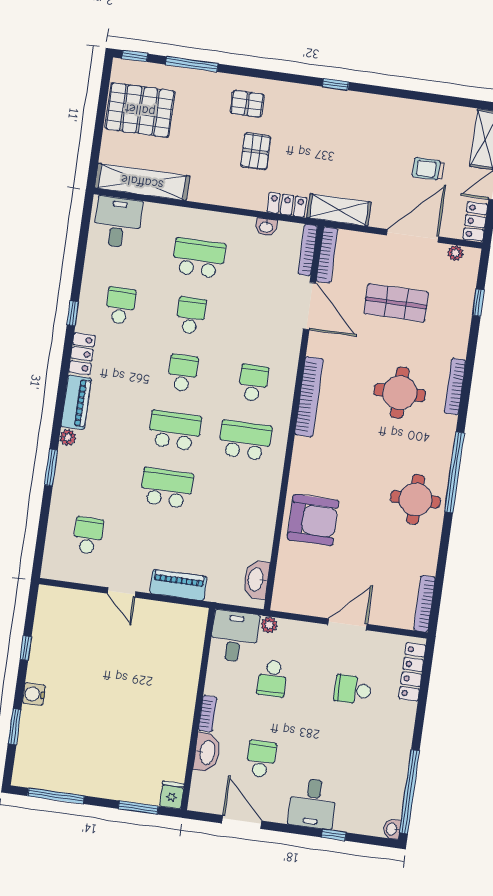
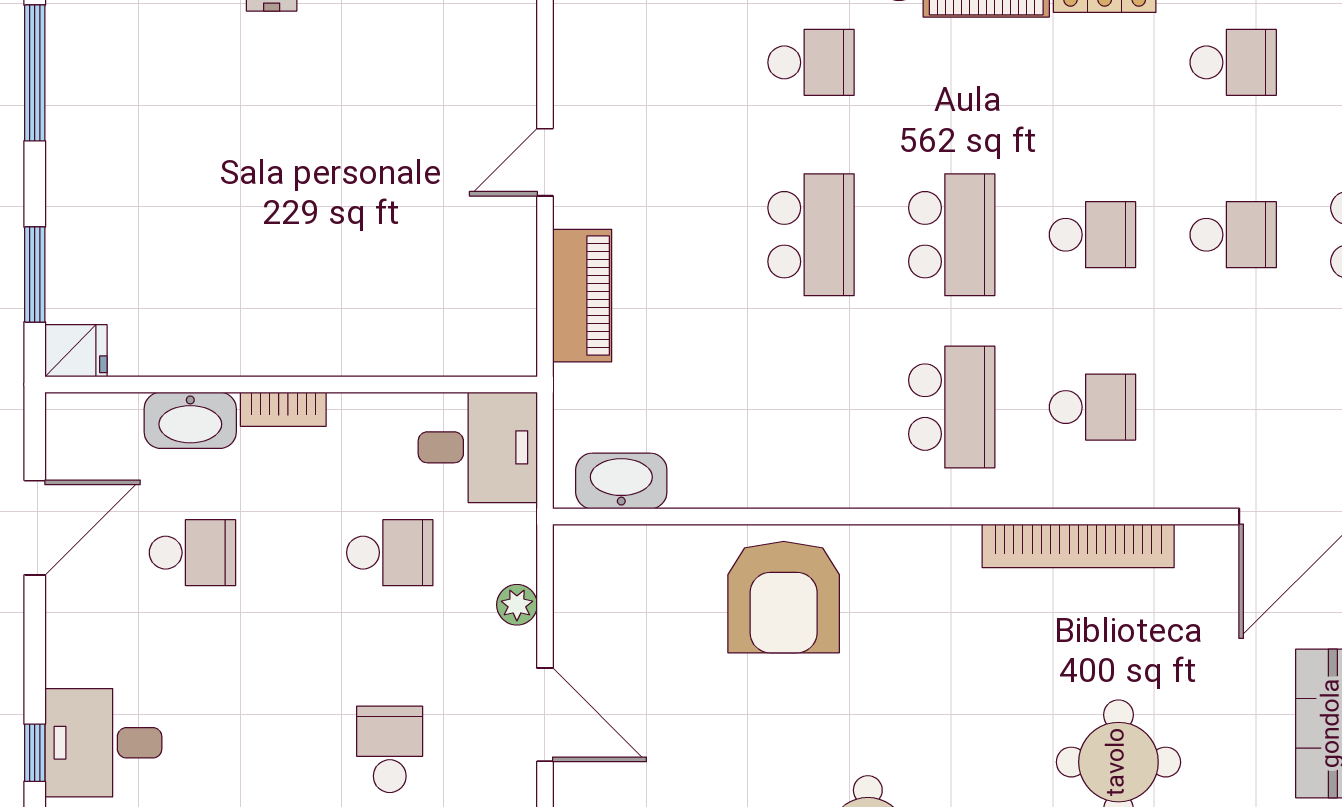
school desk: (88, 536) -> (811, 62), moved
plant: (269, 625) -> (517, 605), moved
school desk: (272, 678) -> (390, 553), turned 180
desk: (313, 803) -> (103, 743), moved

